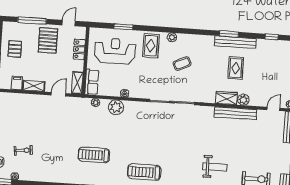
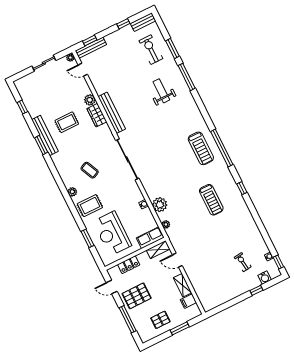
bench: (235, 113) -> (112, 113), moved

